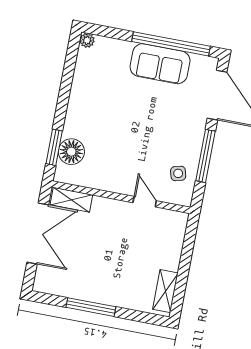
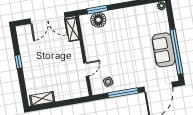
window: (91, 307) -> (19, 62), width x0.46

